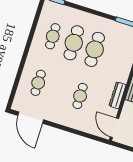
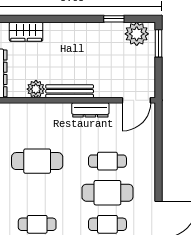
cafe table: (74, 43) -> (107, 193), moved

